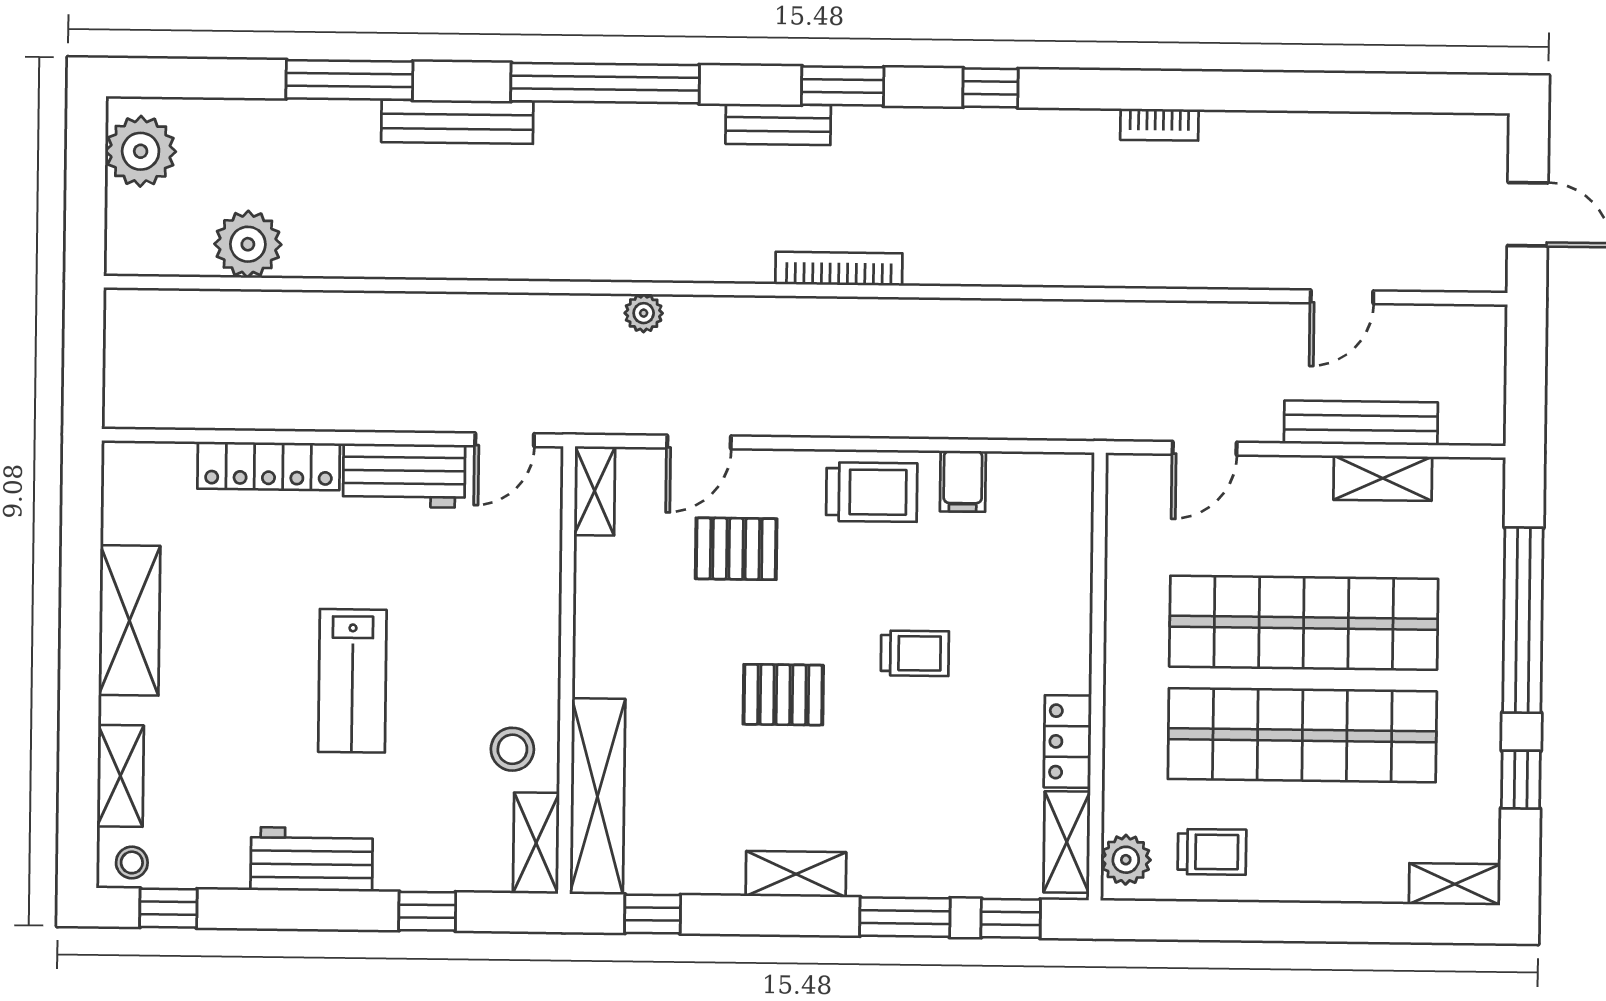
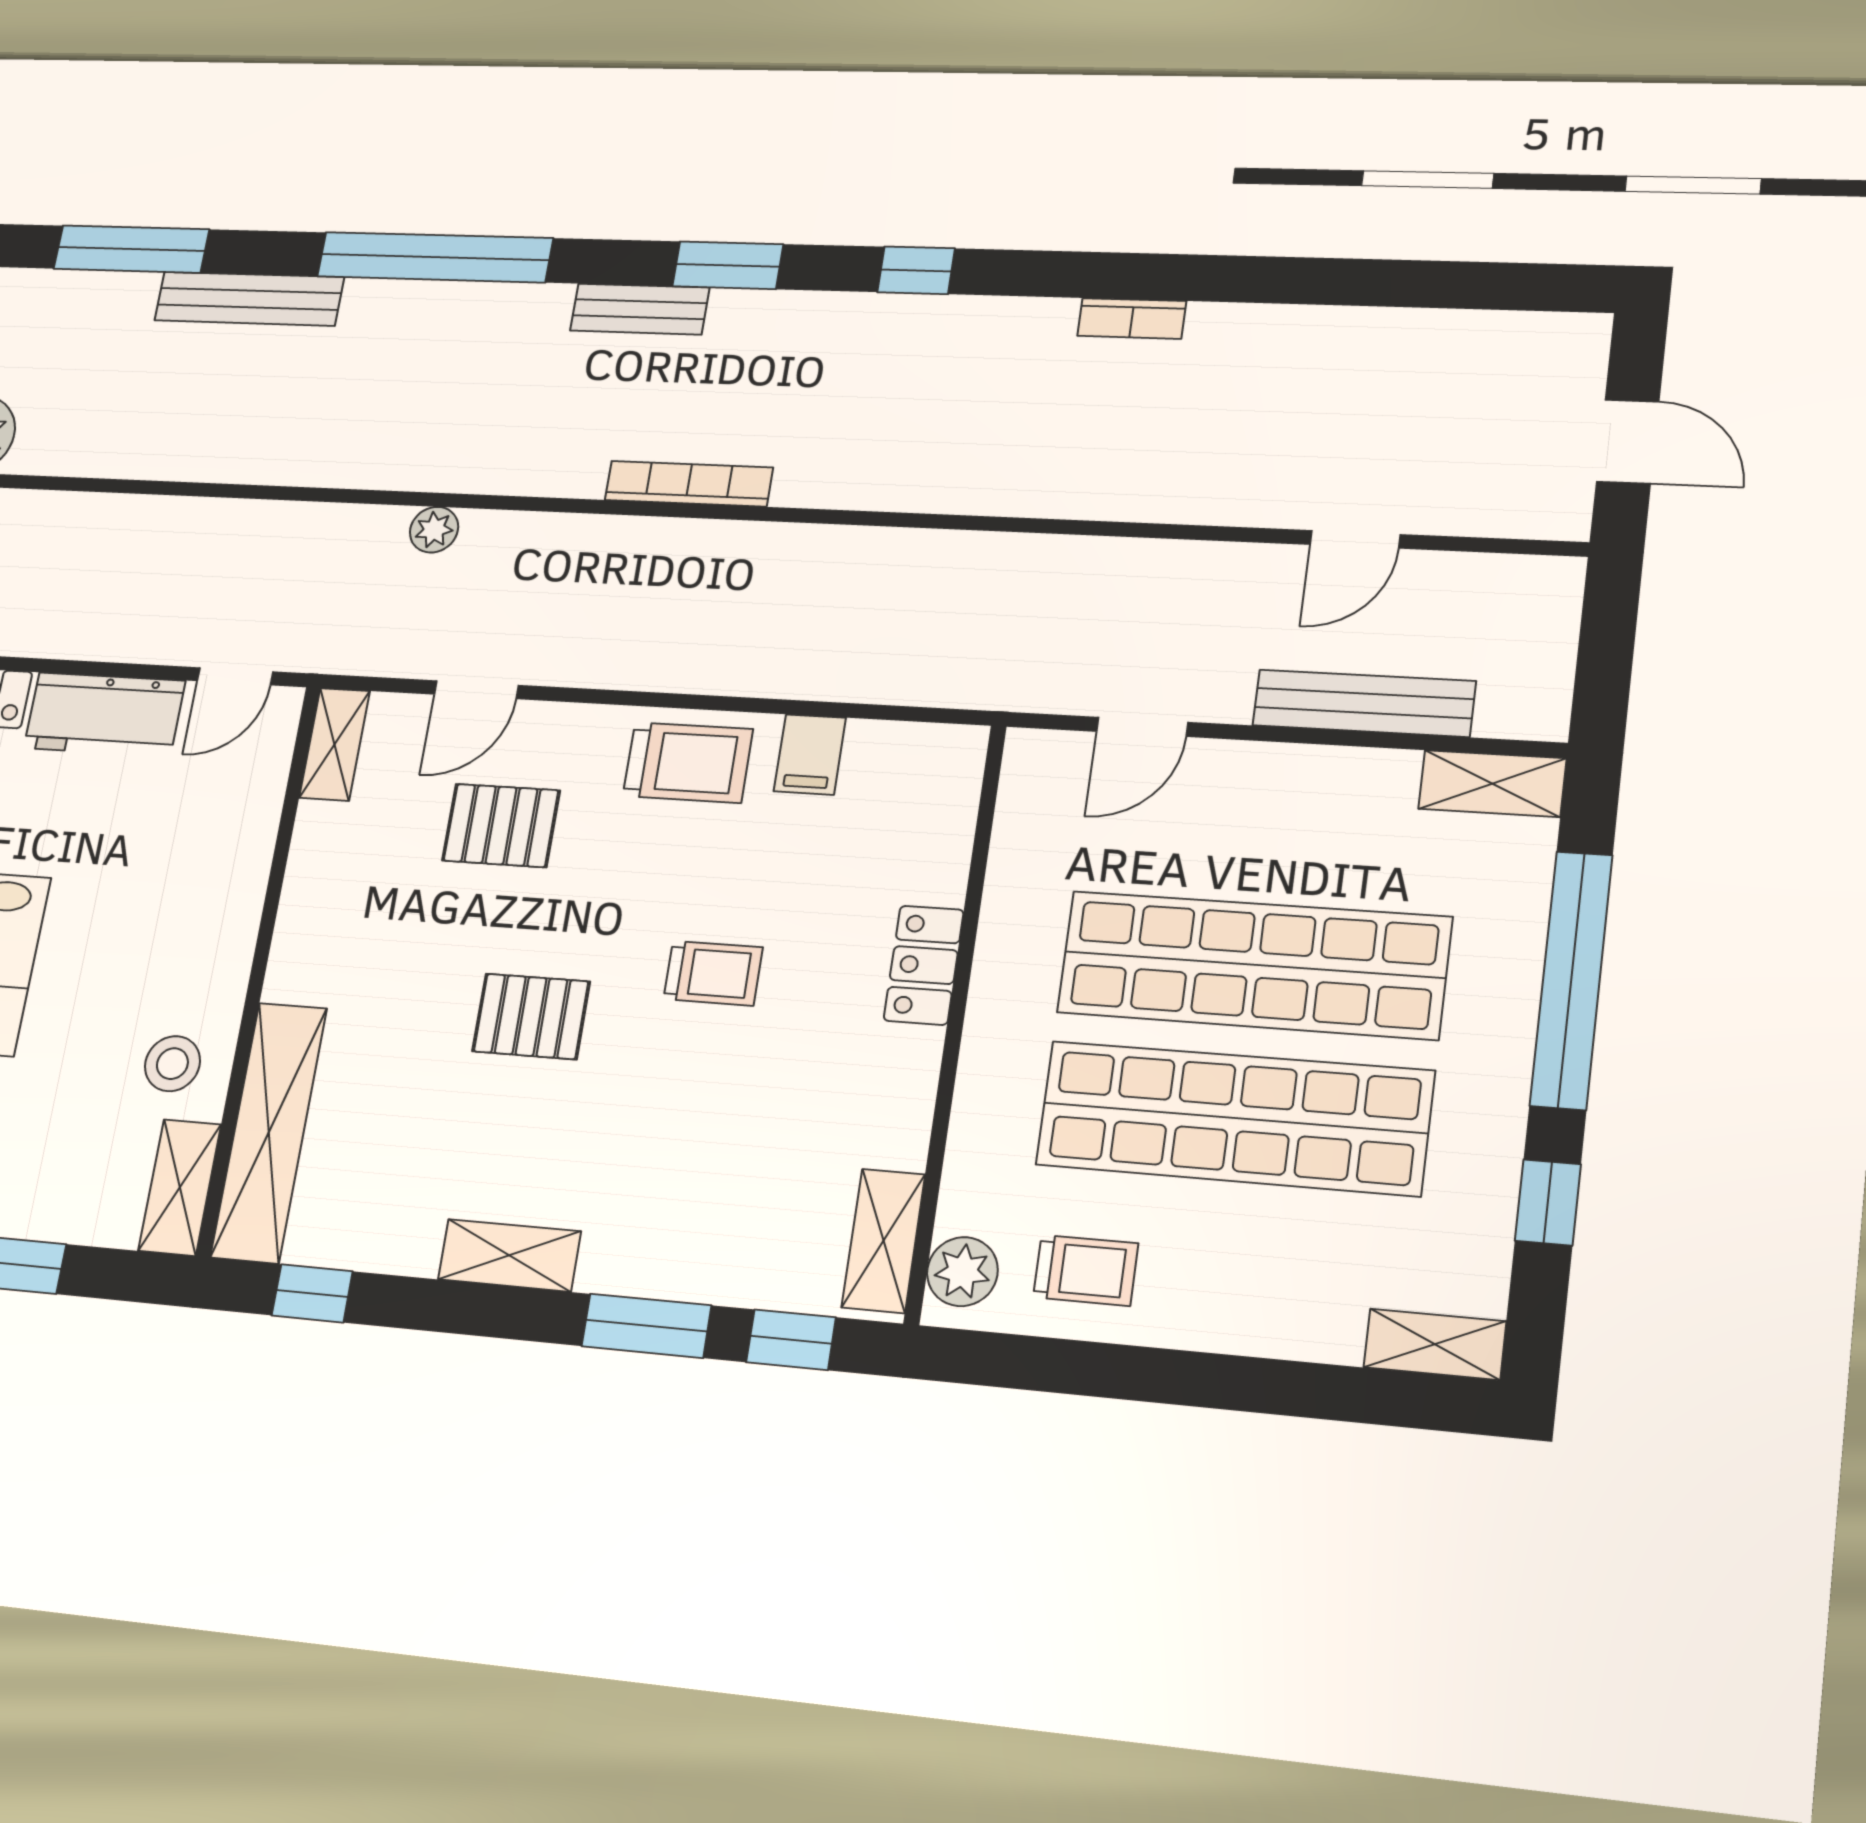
shelving: (1383, 478) -> (1492, 784), moved
locker: (1068, 742) -> (924, 965), moved

